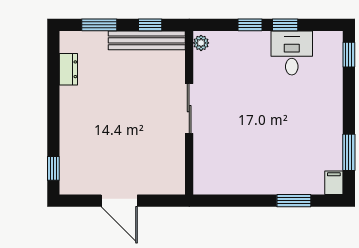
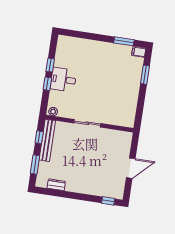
desk: (292, 53) -> (63, 80), moved
window: (349, 55) -> (71, 33), removed

